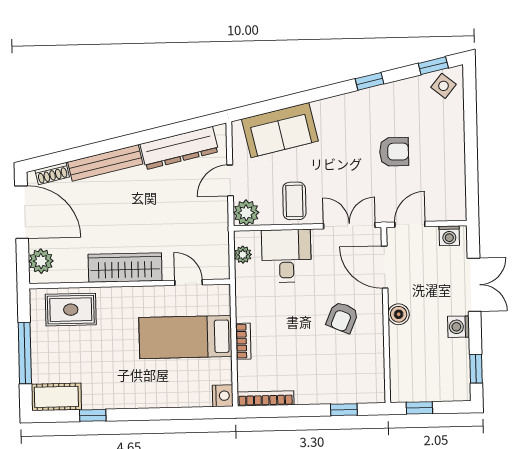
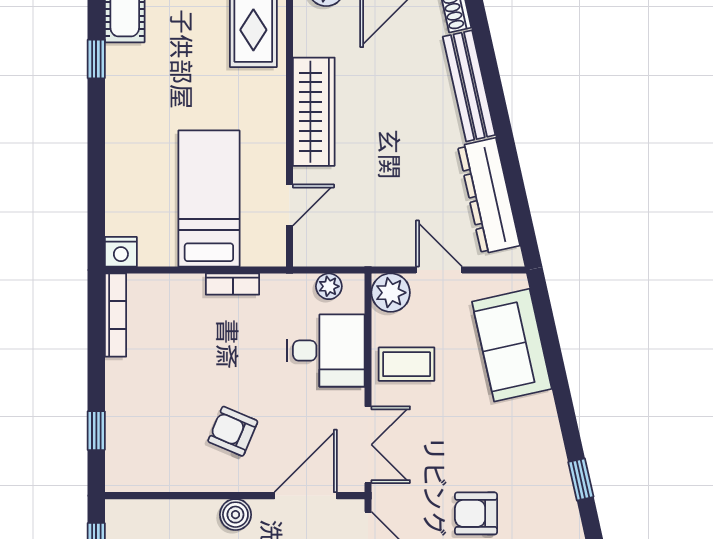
armchair: (394, 152) -> (476, 513), turned 90
bookcase: (243, 341) -> (233, 284), moved

